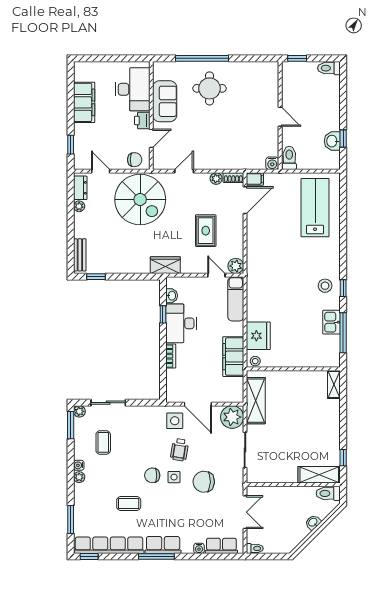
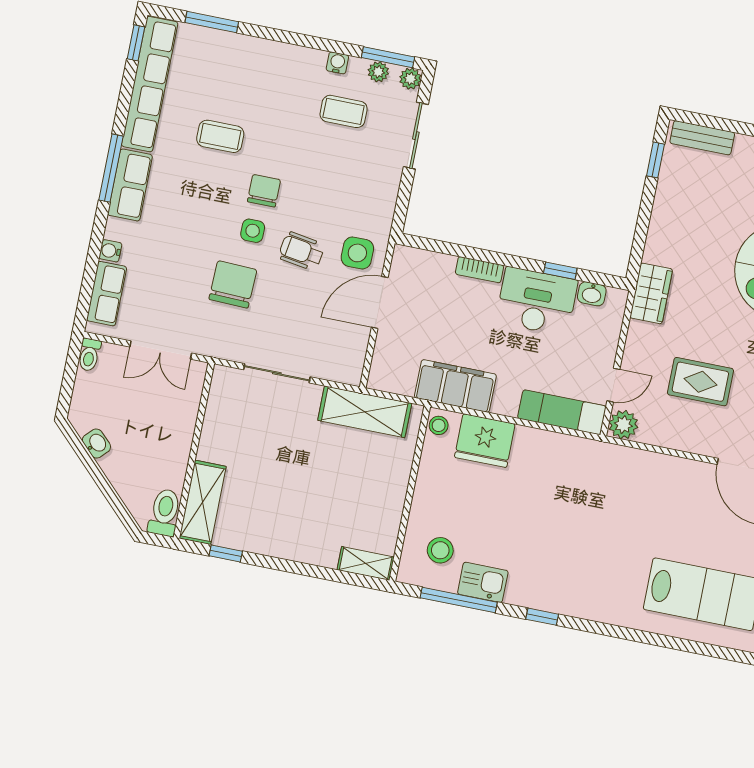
stool: (325, 286) -> (440, 550), moved
plant: (232, 417) -> (343, 361), removed
water cooler: (79, 465) -> (337, 63), moved
plant: (79, 477) -> (378, 72), moved
coffee table: (129, 503) -> (220, 136), turned 90
washbasin: (313, 522) -> (96, 444), moved

